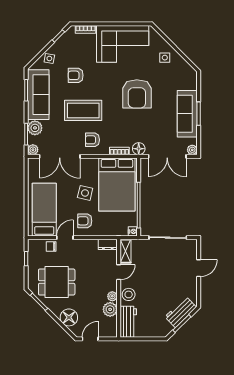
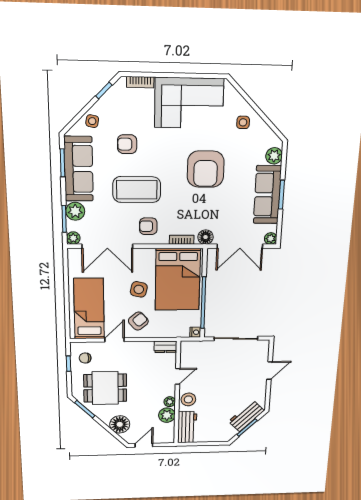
plant: (191, 83) -> (274, 156), added
armchair: (85, 221) -> (138, 321), turned 139
chair: (51, 246) -> (85, 358), moved
shelving: (126, 251) -> (186, 354), removed

